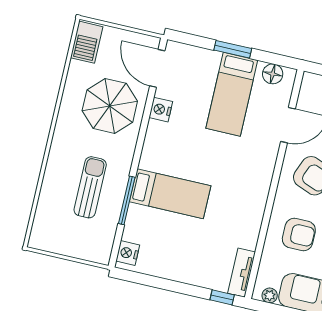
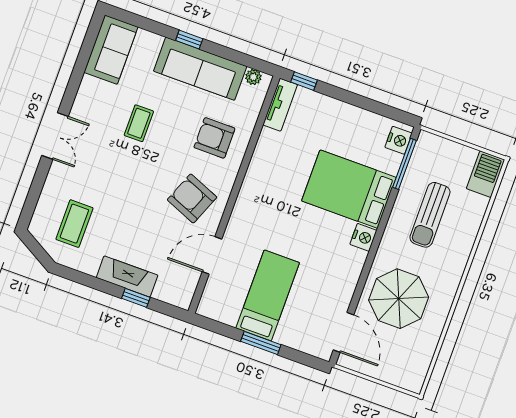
barbecue: (87, 42) -> (486, 174), moved
floor lamp: (273, 74) -> (222, 312), removed
nightstand: (161, 110) -> (363, 237), moved
bed: (170, 194) -> (349, 189), width x1.50
window: (127, 200) -> (404, 164), moved

